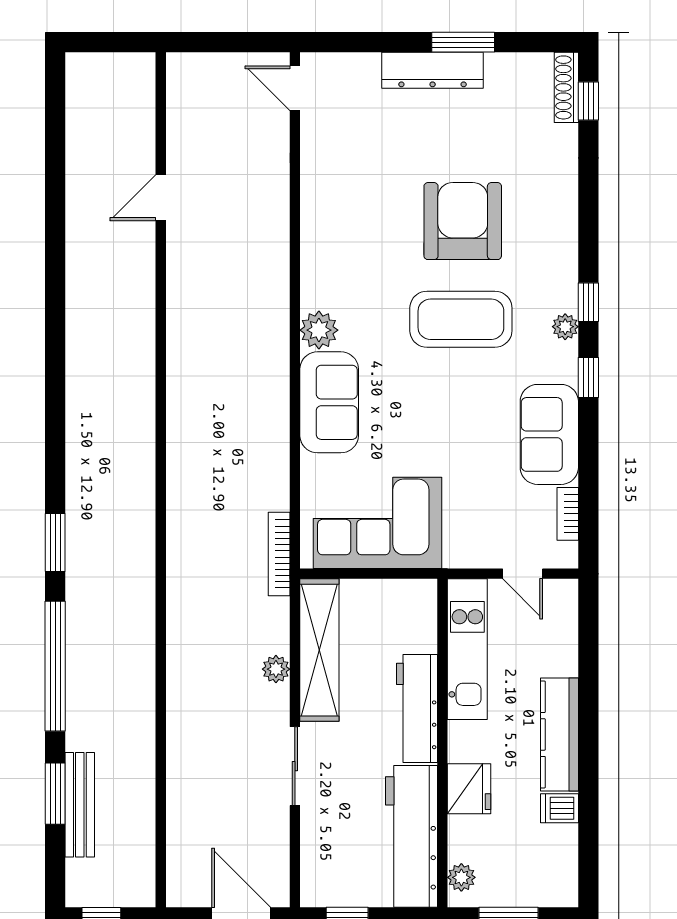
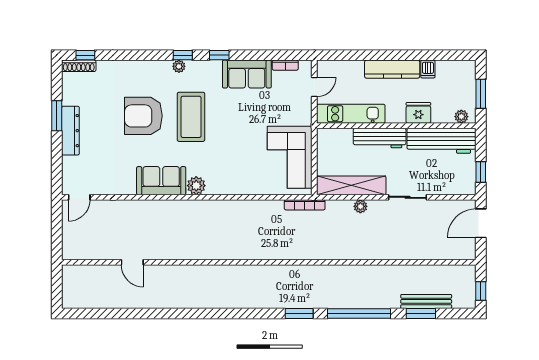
plant: (565, 327) -> (179, 66), moved
sofa: (329, 402) -> (161, 181), moved

